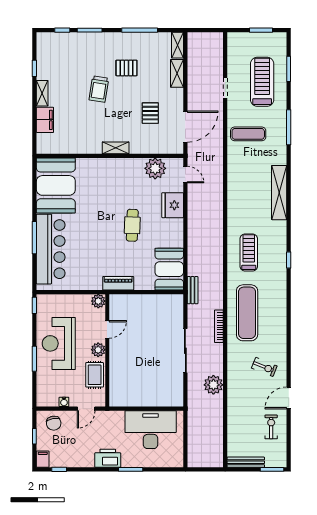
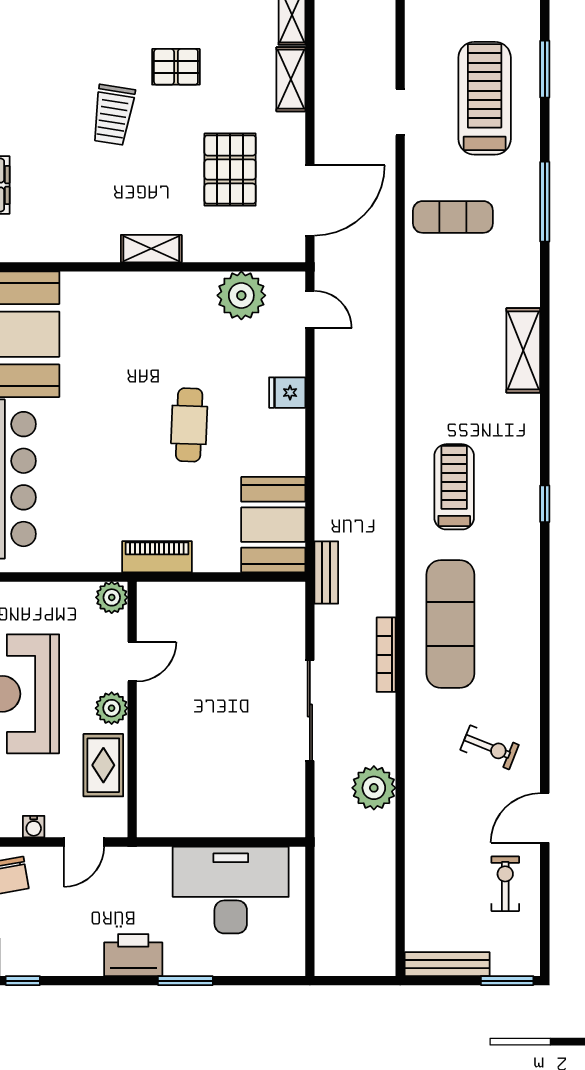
pallet: (150, 113) -> (230, 170), width x1.50, depth x1.42
shelving: (279, 193) -> (523, 350), width x0.68
fridge: (173, 205) -> (287, 393), width x0.53, depth x0.75

